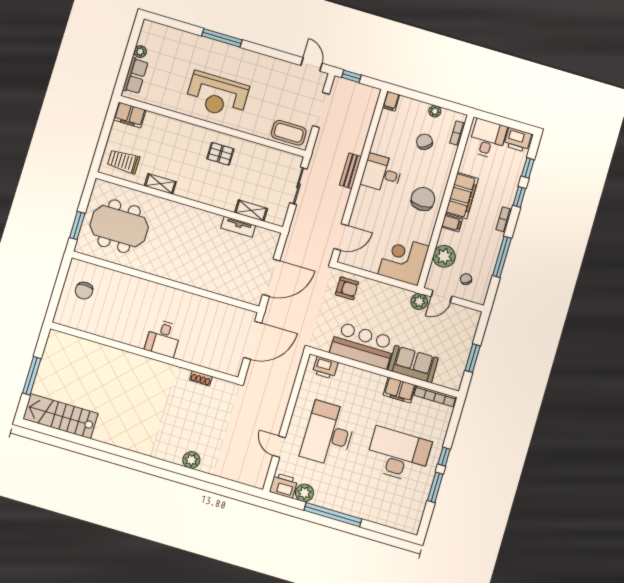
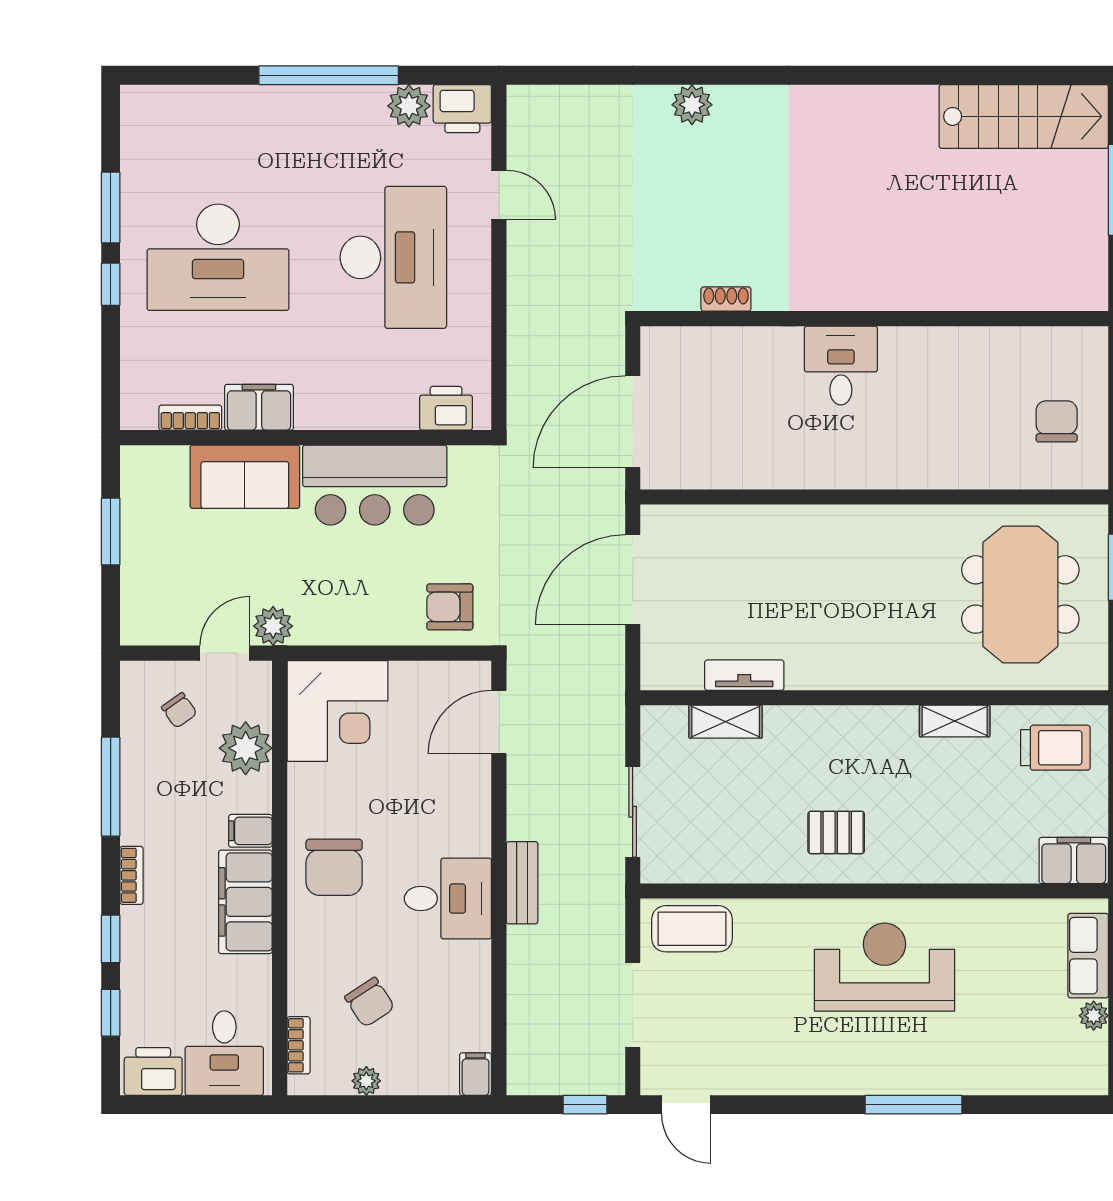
meeting table: (119, 226) -> (1020, 594), turned 90
bookcase: (435, 396) -> (190, 418), width x0.64

